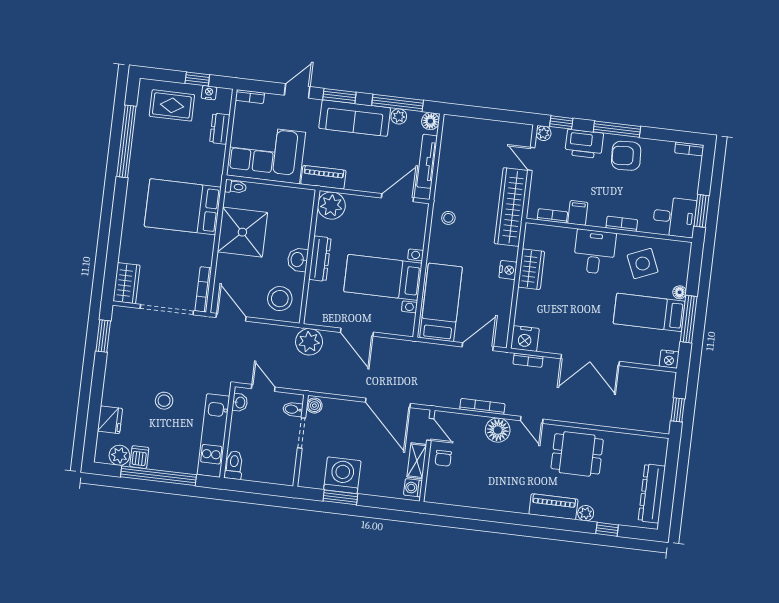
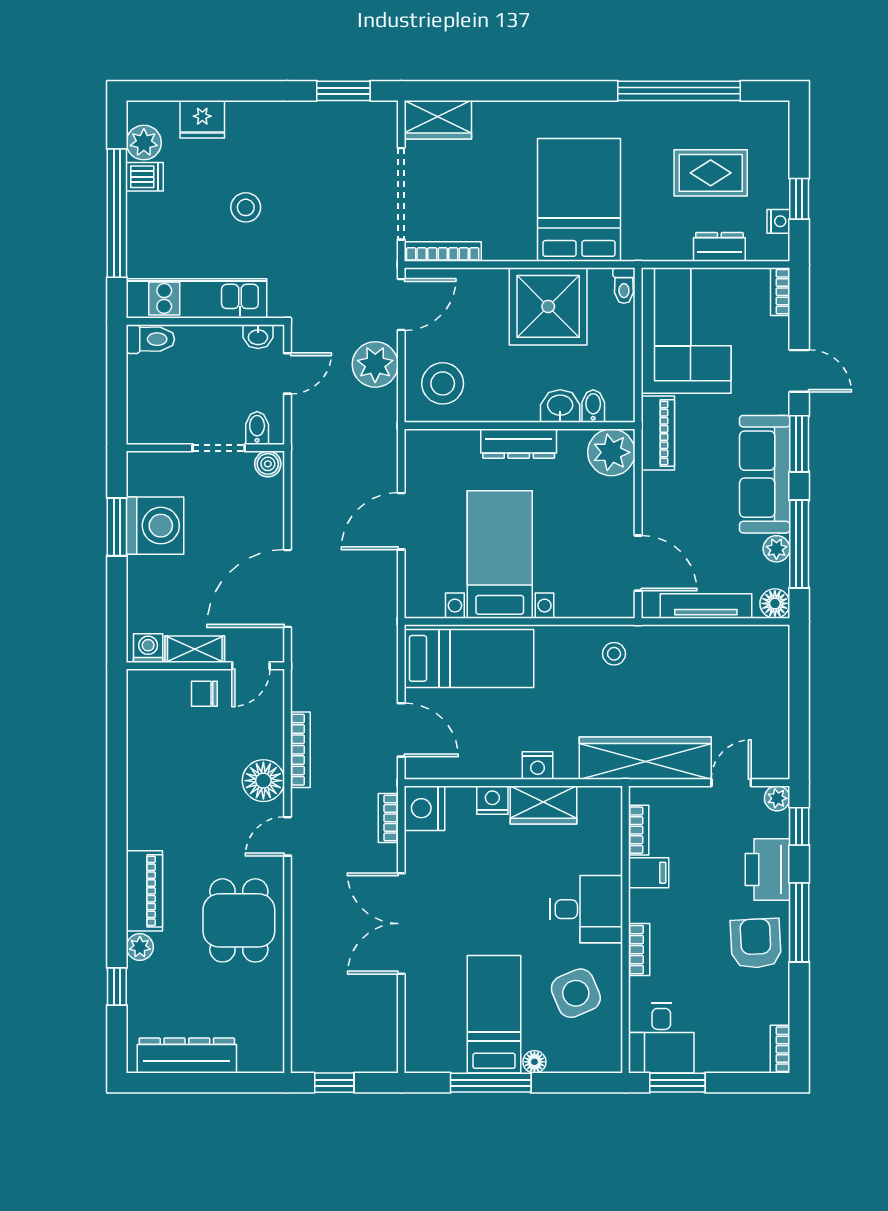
rug: (172, 105) -> (711, 173), moved, turned 90
bidet: (303, 213) -> (593, 406), added
washbasin: (298, 260) -> (560, 406), moved
plant: (309, 342) -> (375, 364), moved
nightstand: (669, 359) -> (492, 800), moved, turned 90

